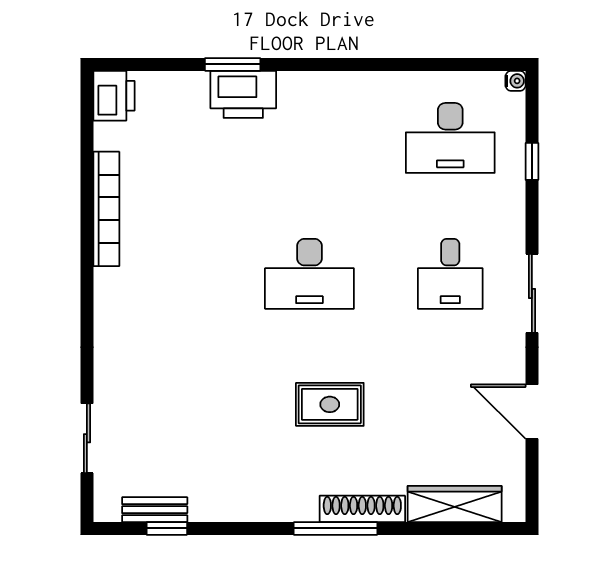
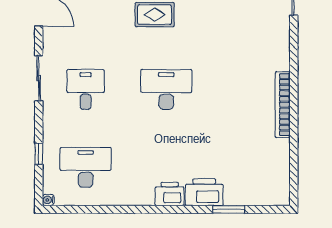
window: (233, 64) -> (229, 209), moved
printer: (114, 96) -> (170, 194), moved, turned 90
bookcase: (106, 209) -> (283, 105), moved

